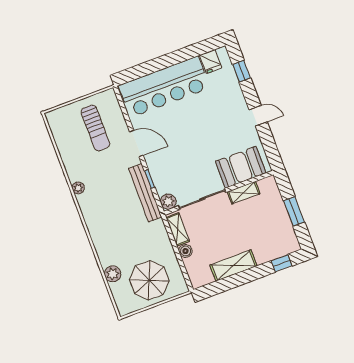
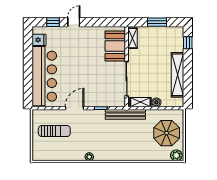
door: (258, 116) -> (74, 22), moved
bench: (145, 193) -> (125, 114), moved
shelving: (244, 193) -> (132, 38), moved
plant: (168, 202) -> (120, 102), removed
shelving: (233, 266) -> (177, 75), width x1.47
plant: (113, 274) -> (176, 155), moved

